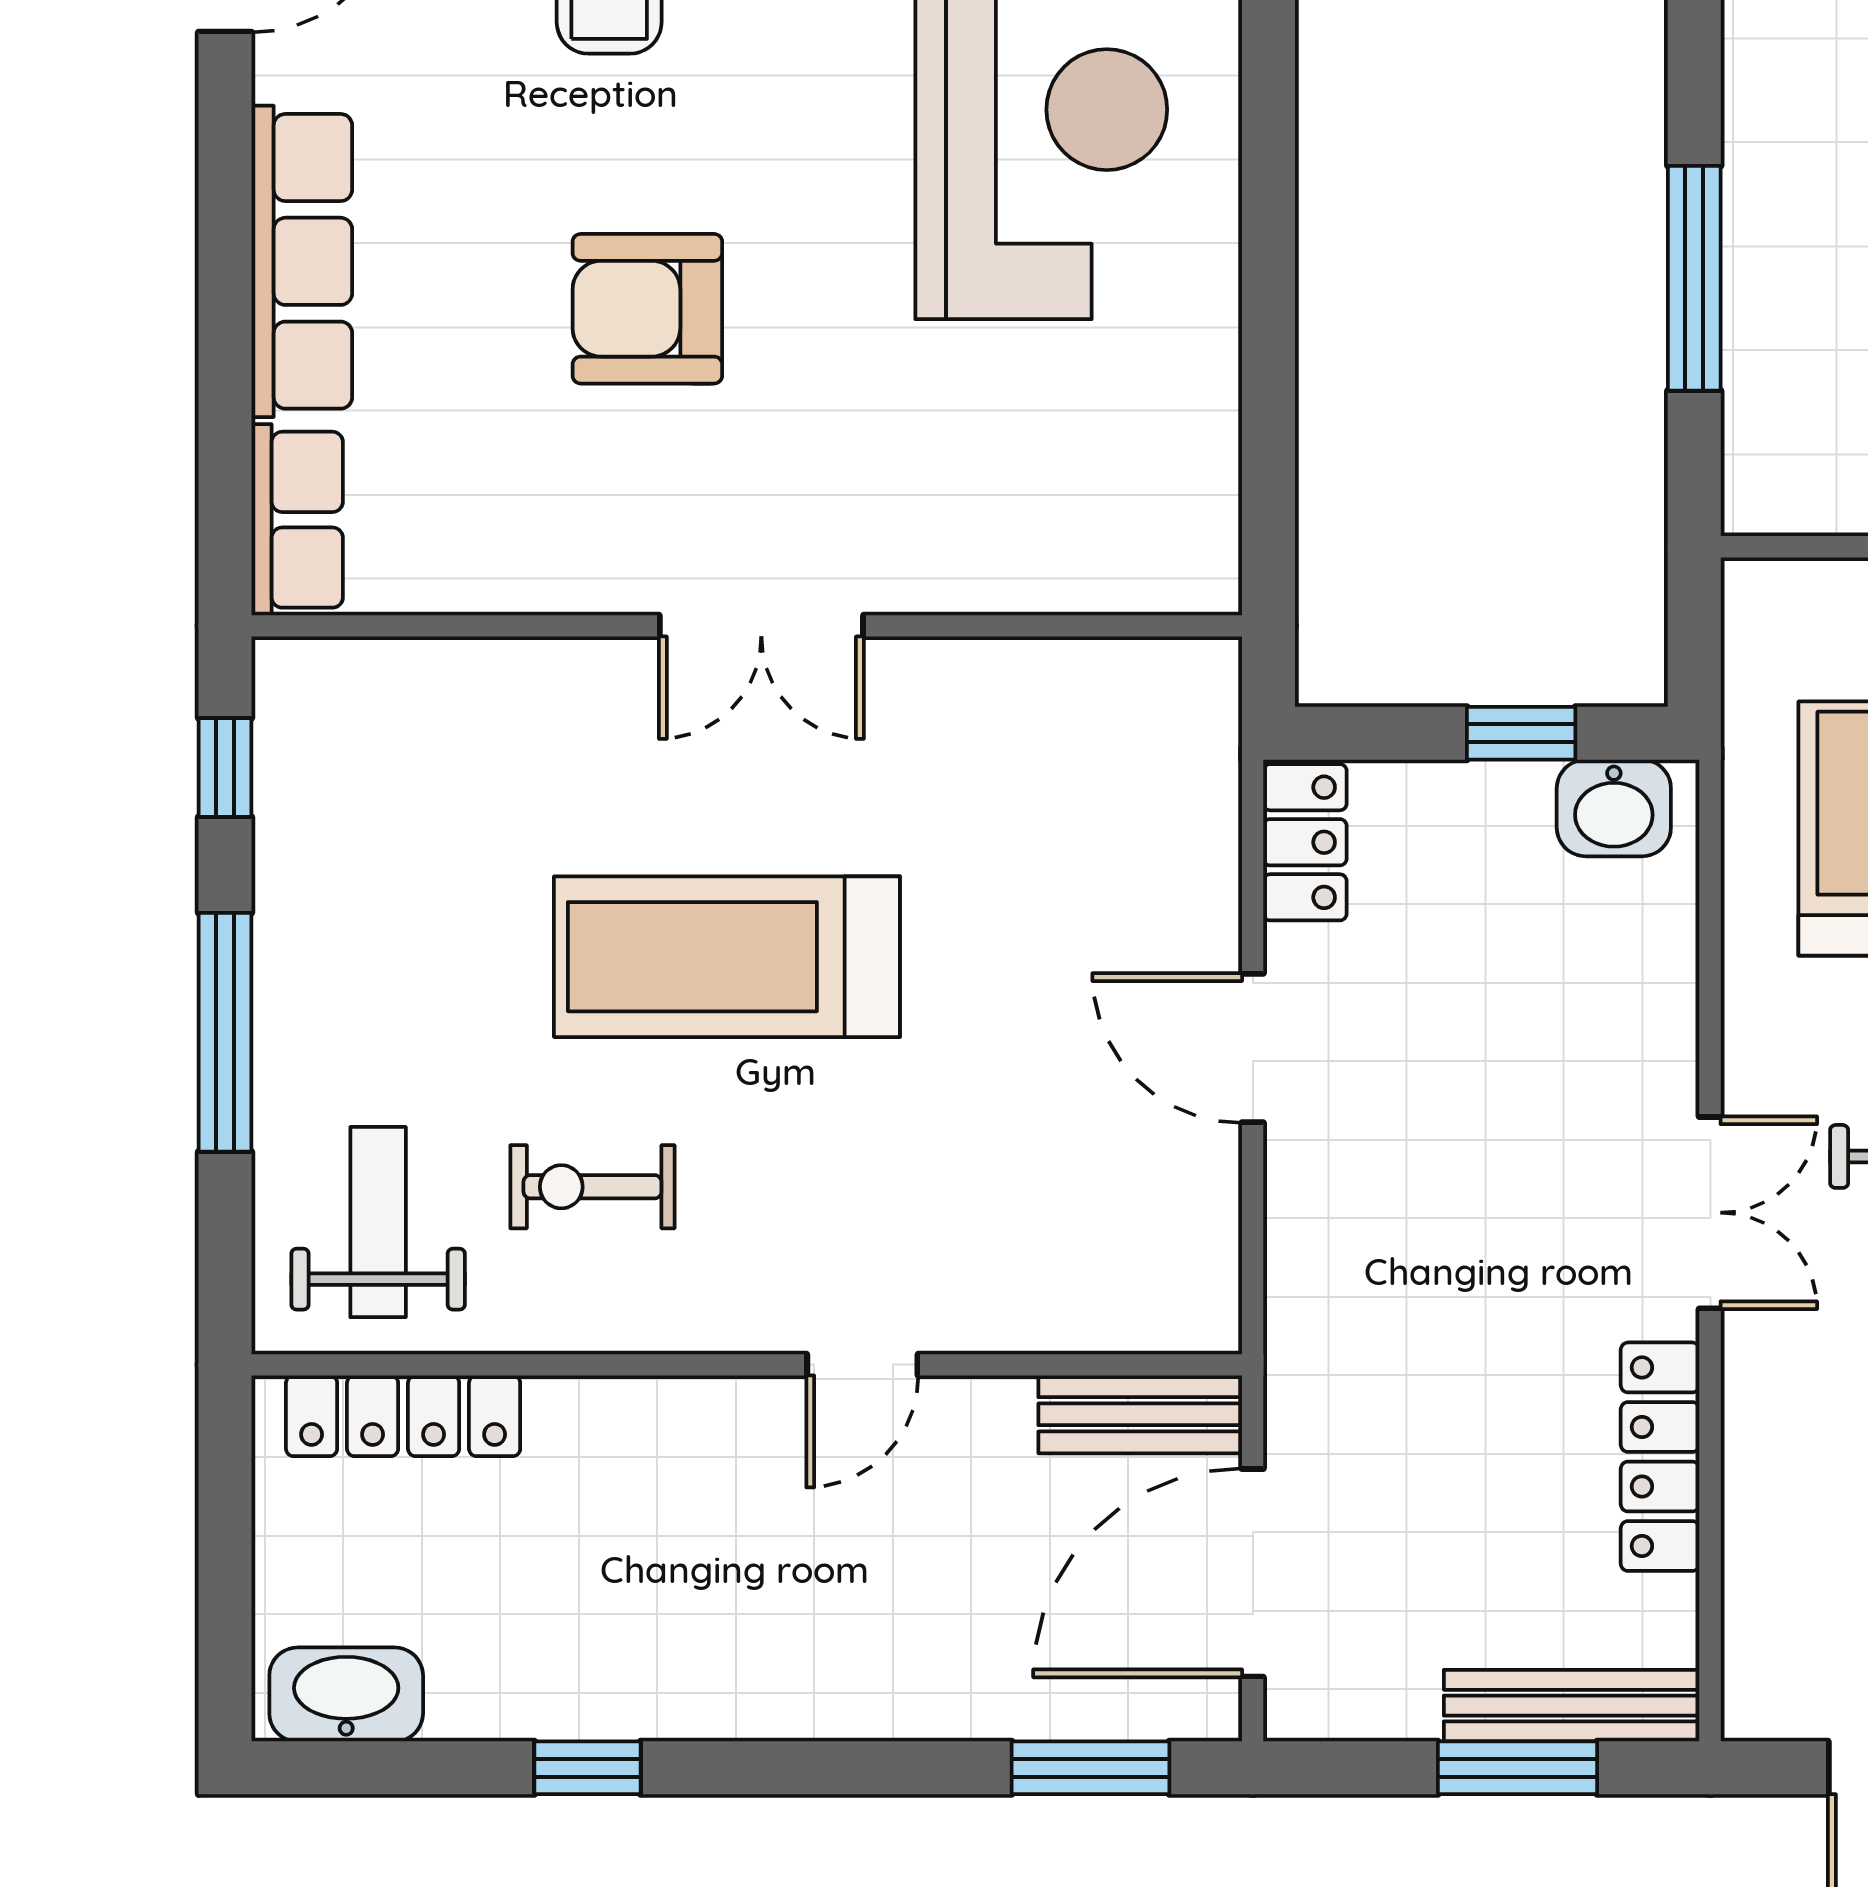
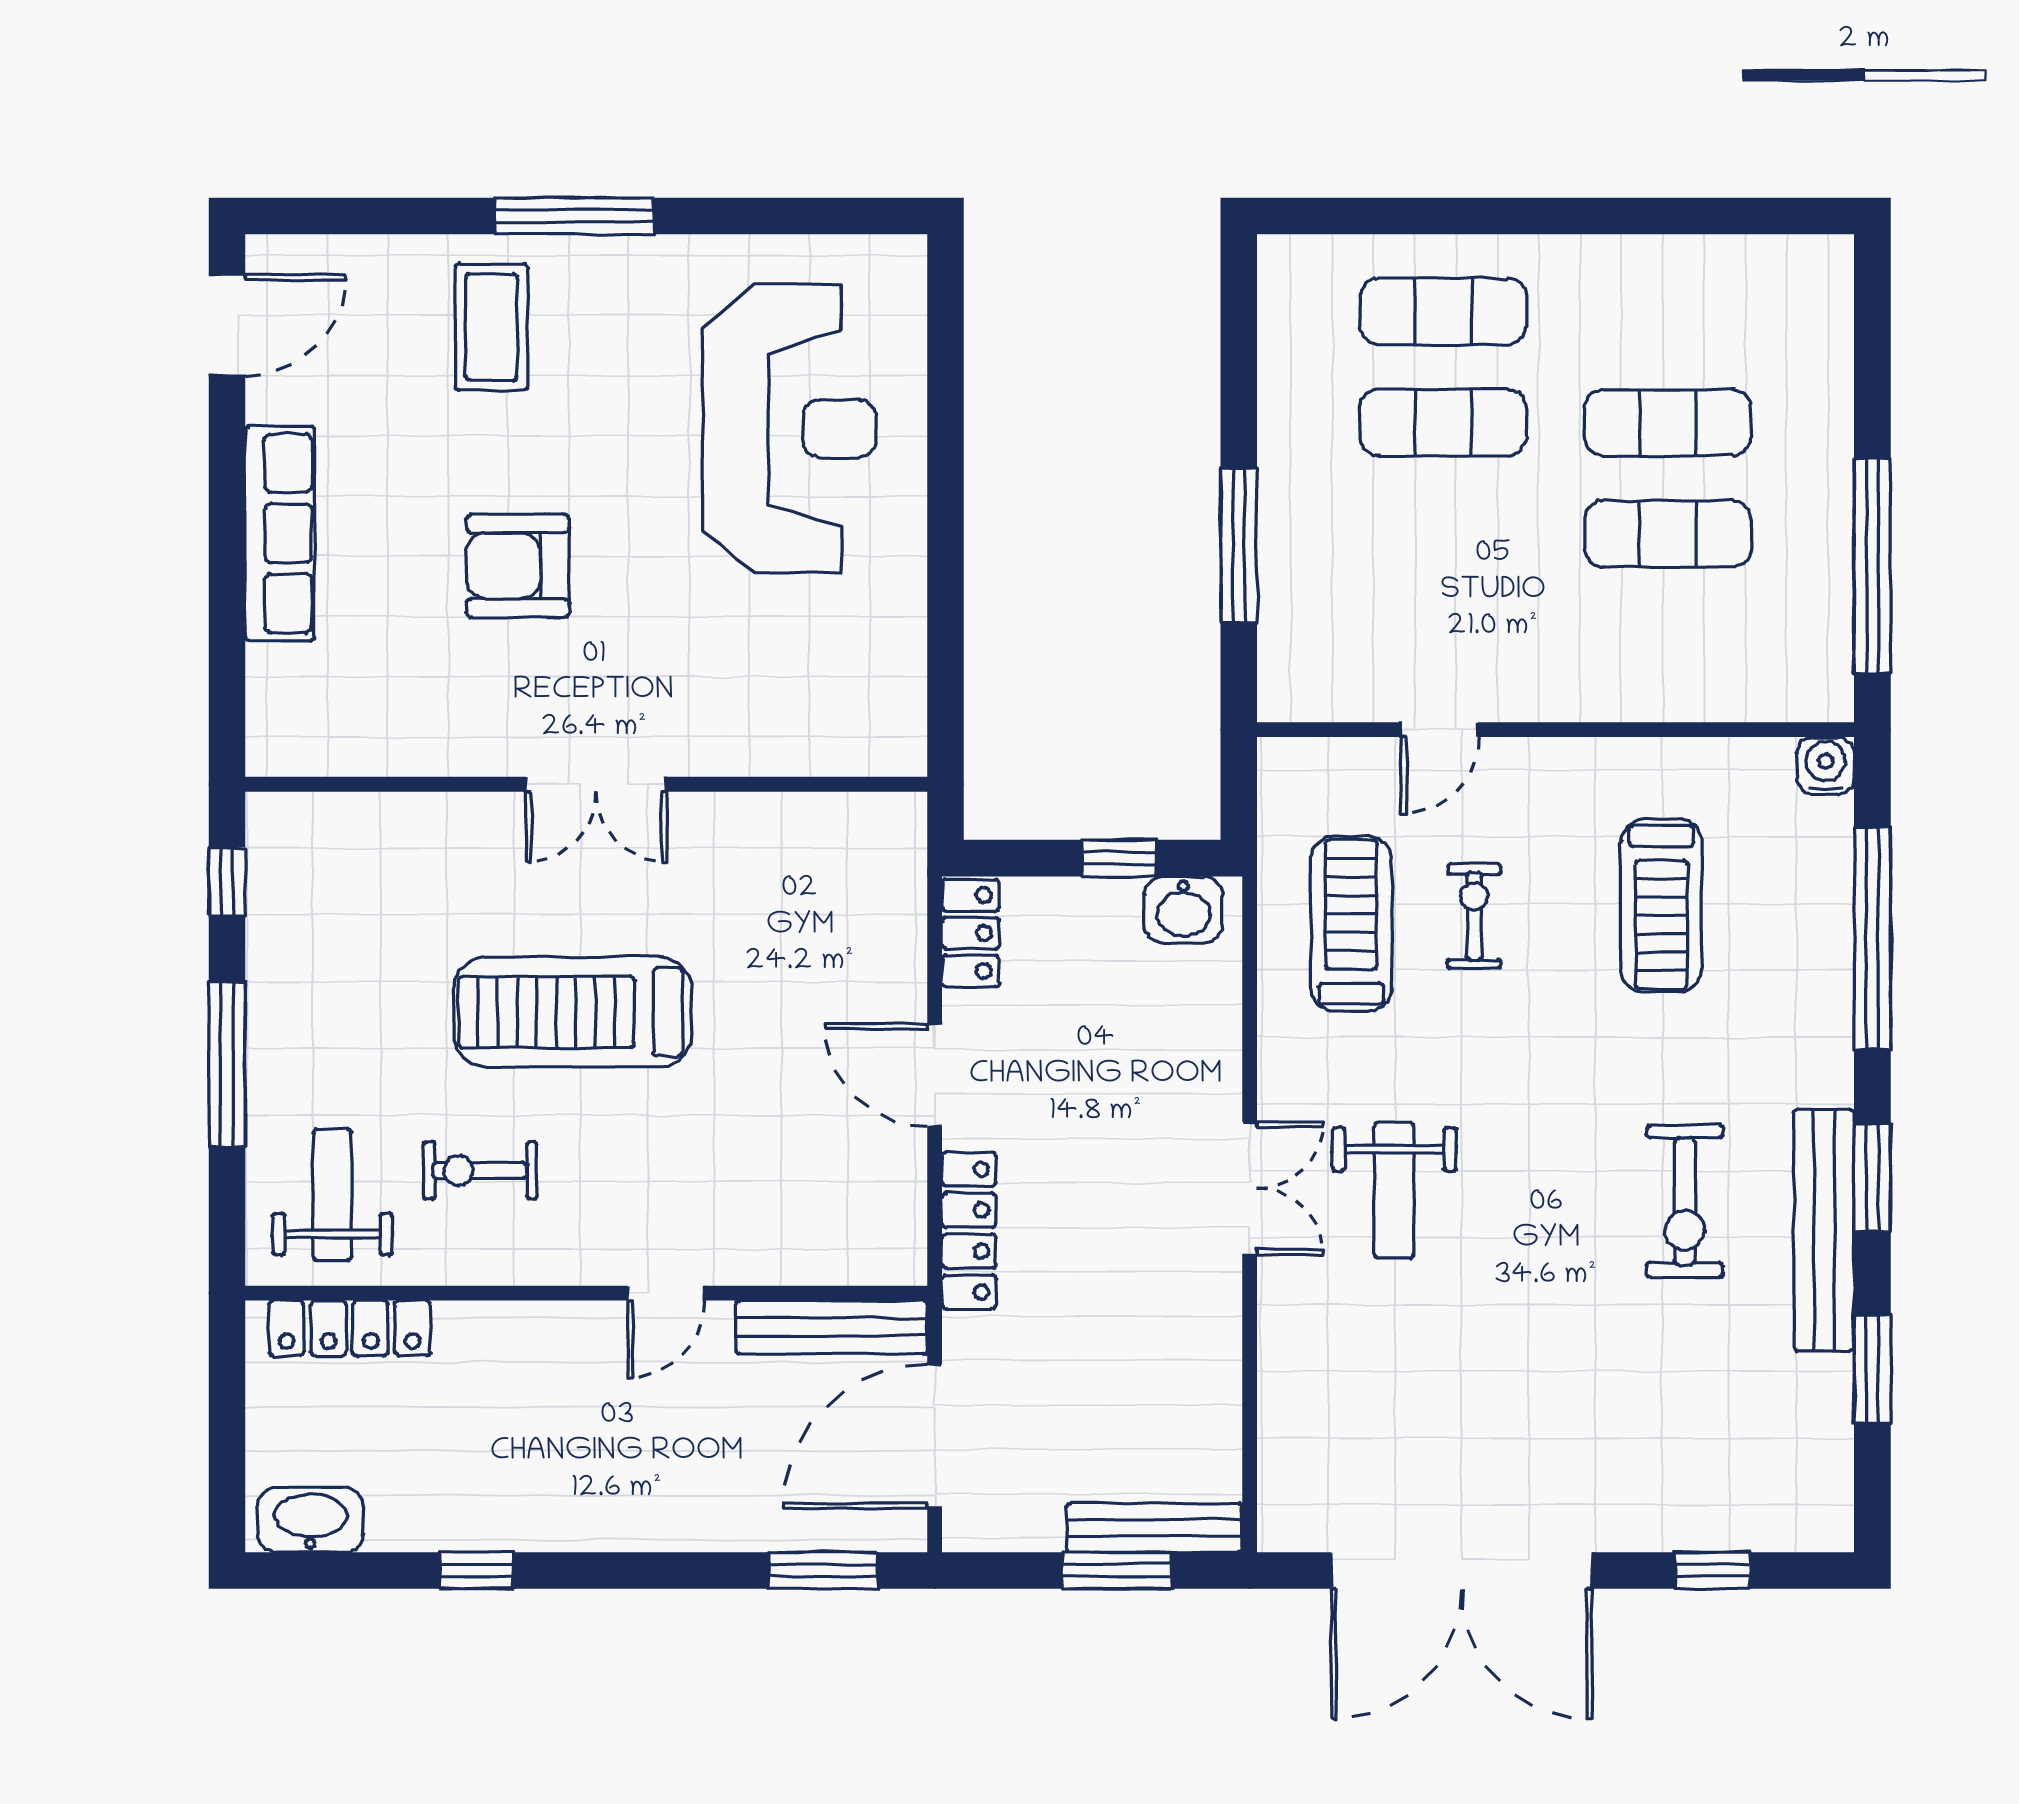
row of seats: (297, 520) -> (277, 711), removed
bench: (1140, 1414) -> (832, 1327), width x1.36
locker: (1660, 1457) -> (969, 1231), moved, turned 180

